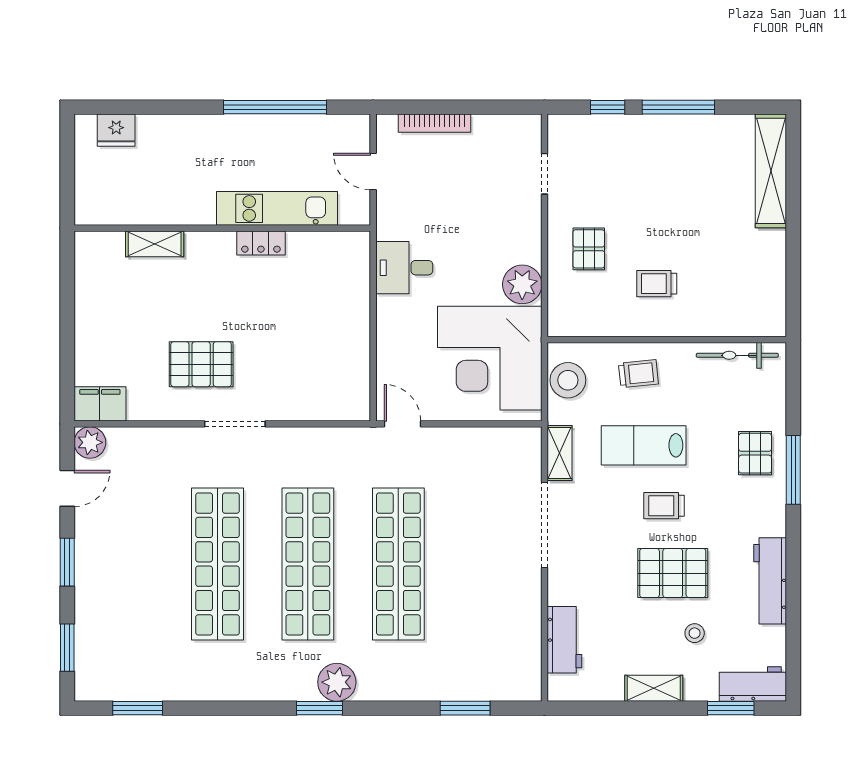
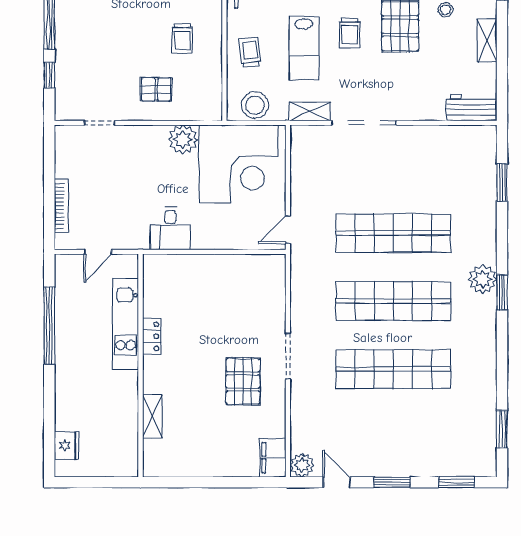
workbench: (564, 640) -> (472, 108), moved

